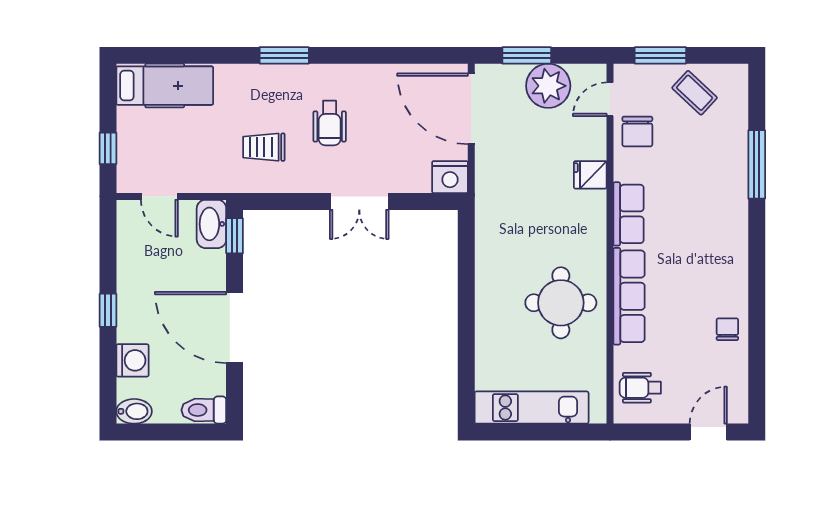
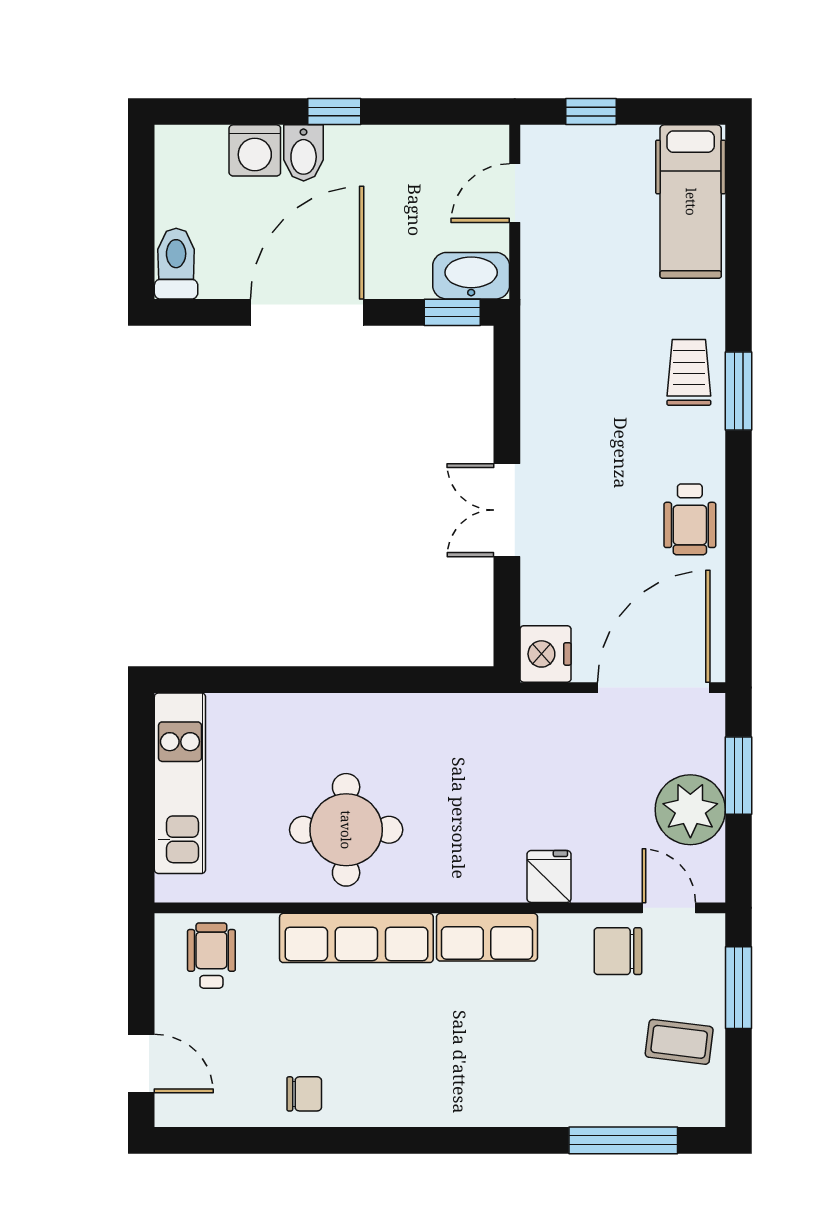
coffee table: (695, 93) -> (679, 1042), turned 54
wheelchair: (330, 123) -> (690, 519), moved, turned -90
trolley: (264, 147) -> (689, 372), moved
window: (757, 164) -> (623, 1140), moved
bidet: (134, 411) -> (304, 153), moved

